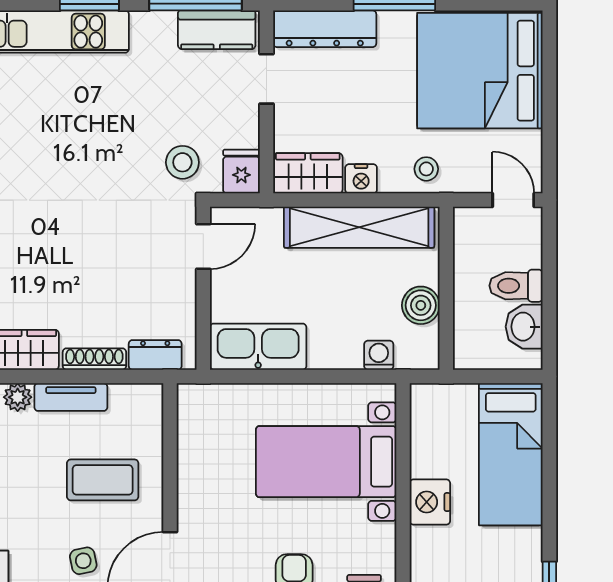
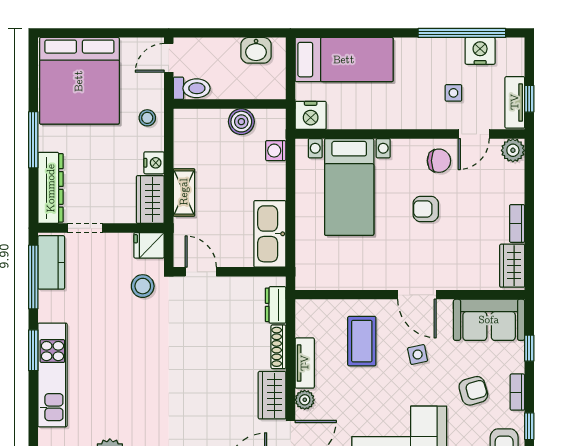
shelving: (359, 227) -> (184, 192), width x0.45, depth x0.75
toilet: (516, 286) -> (192, 88), moved, turned -90
nightstand: (430, 502) -> (311, 115), moved

